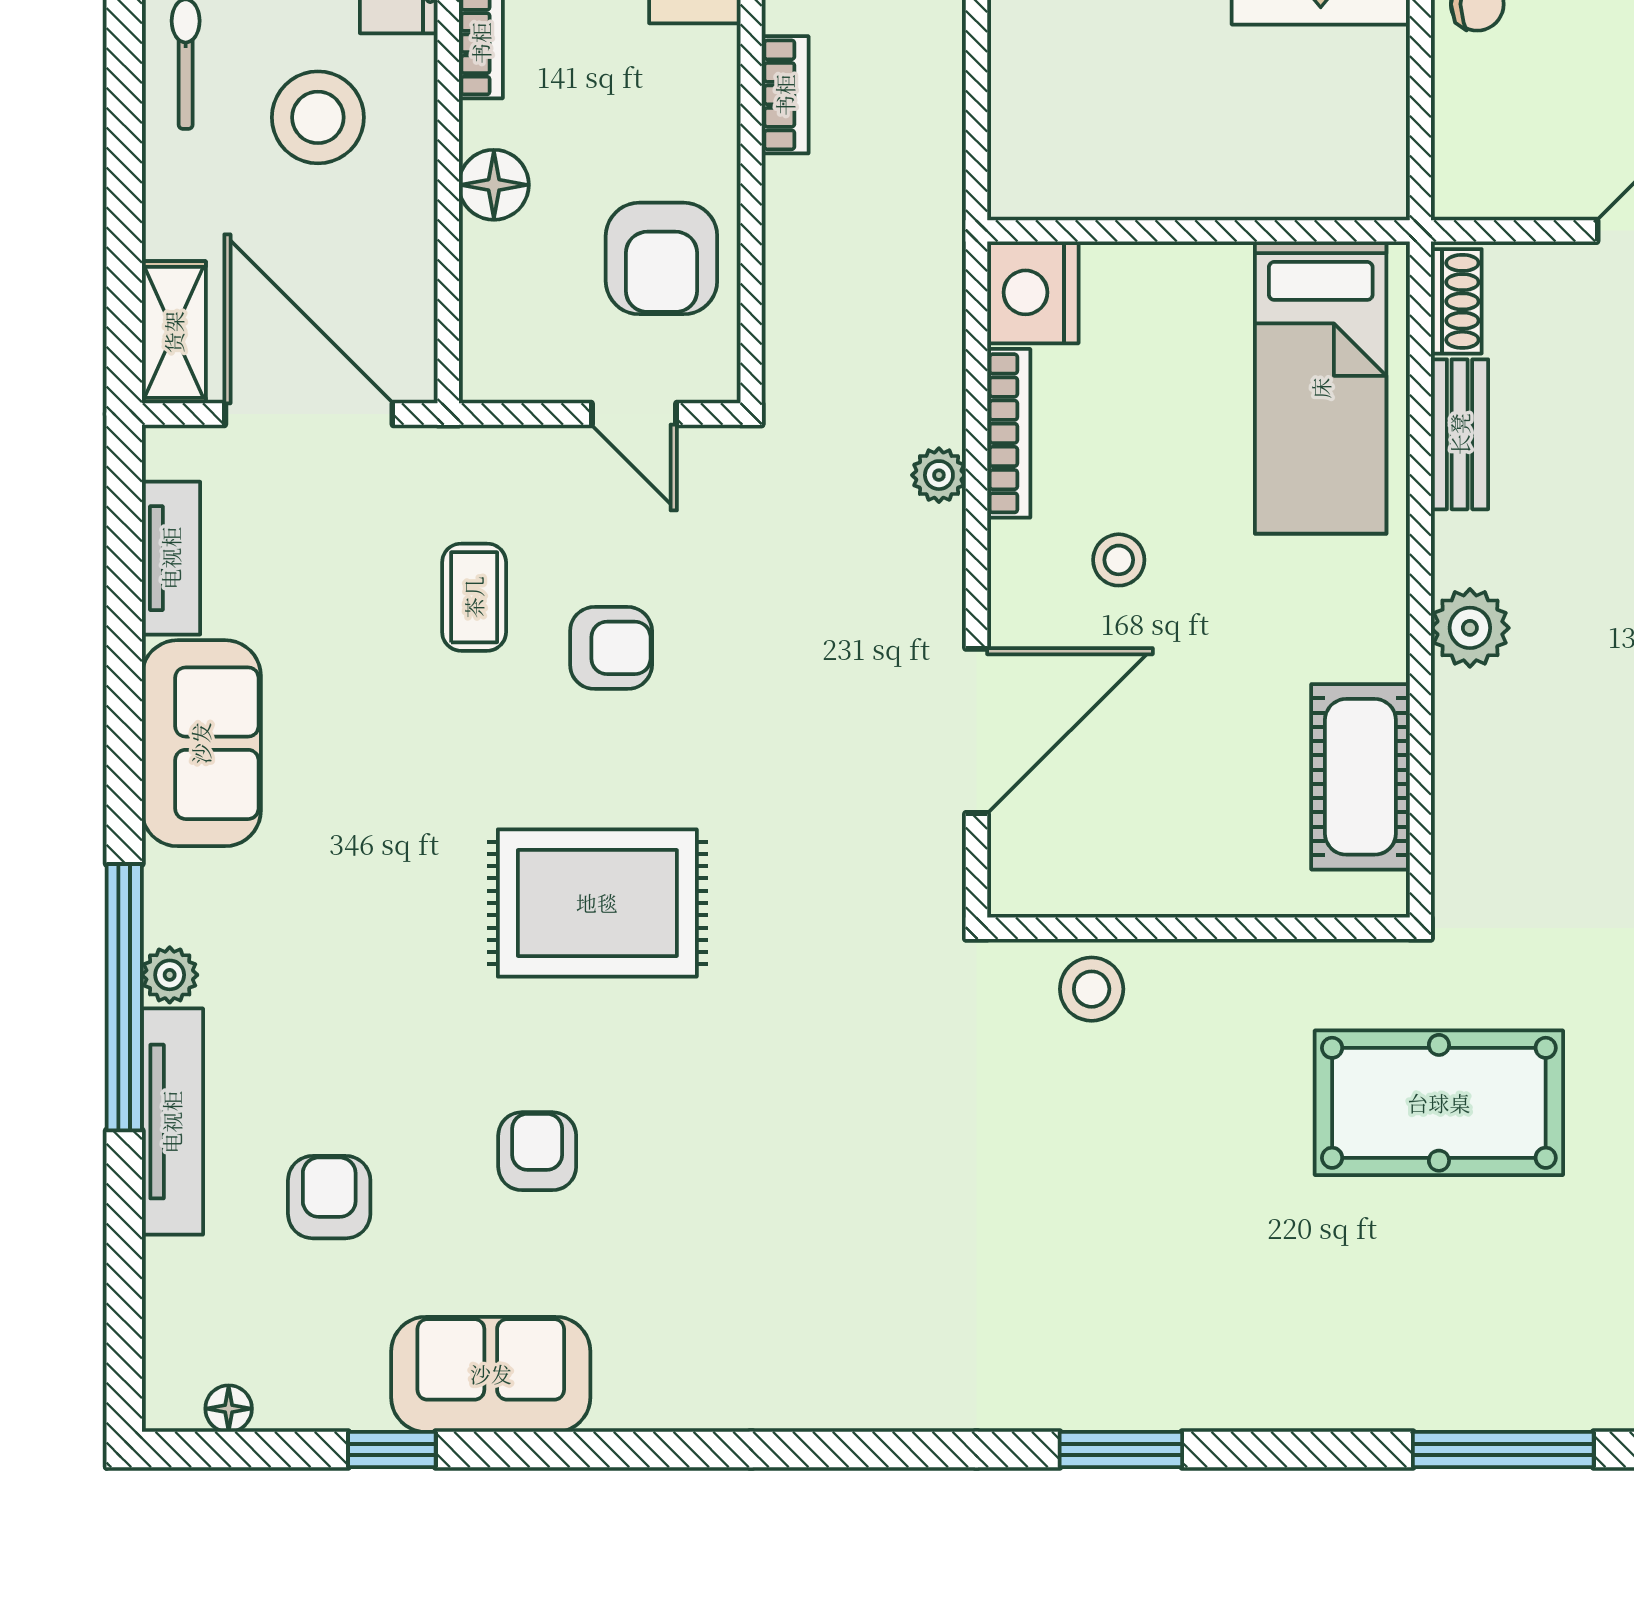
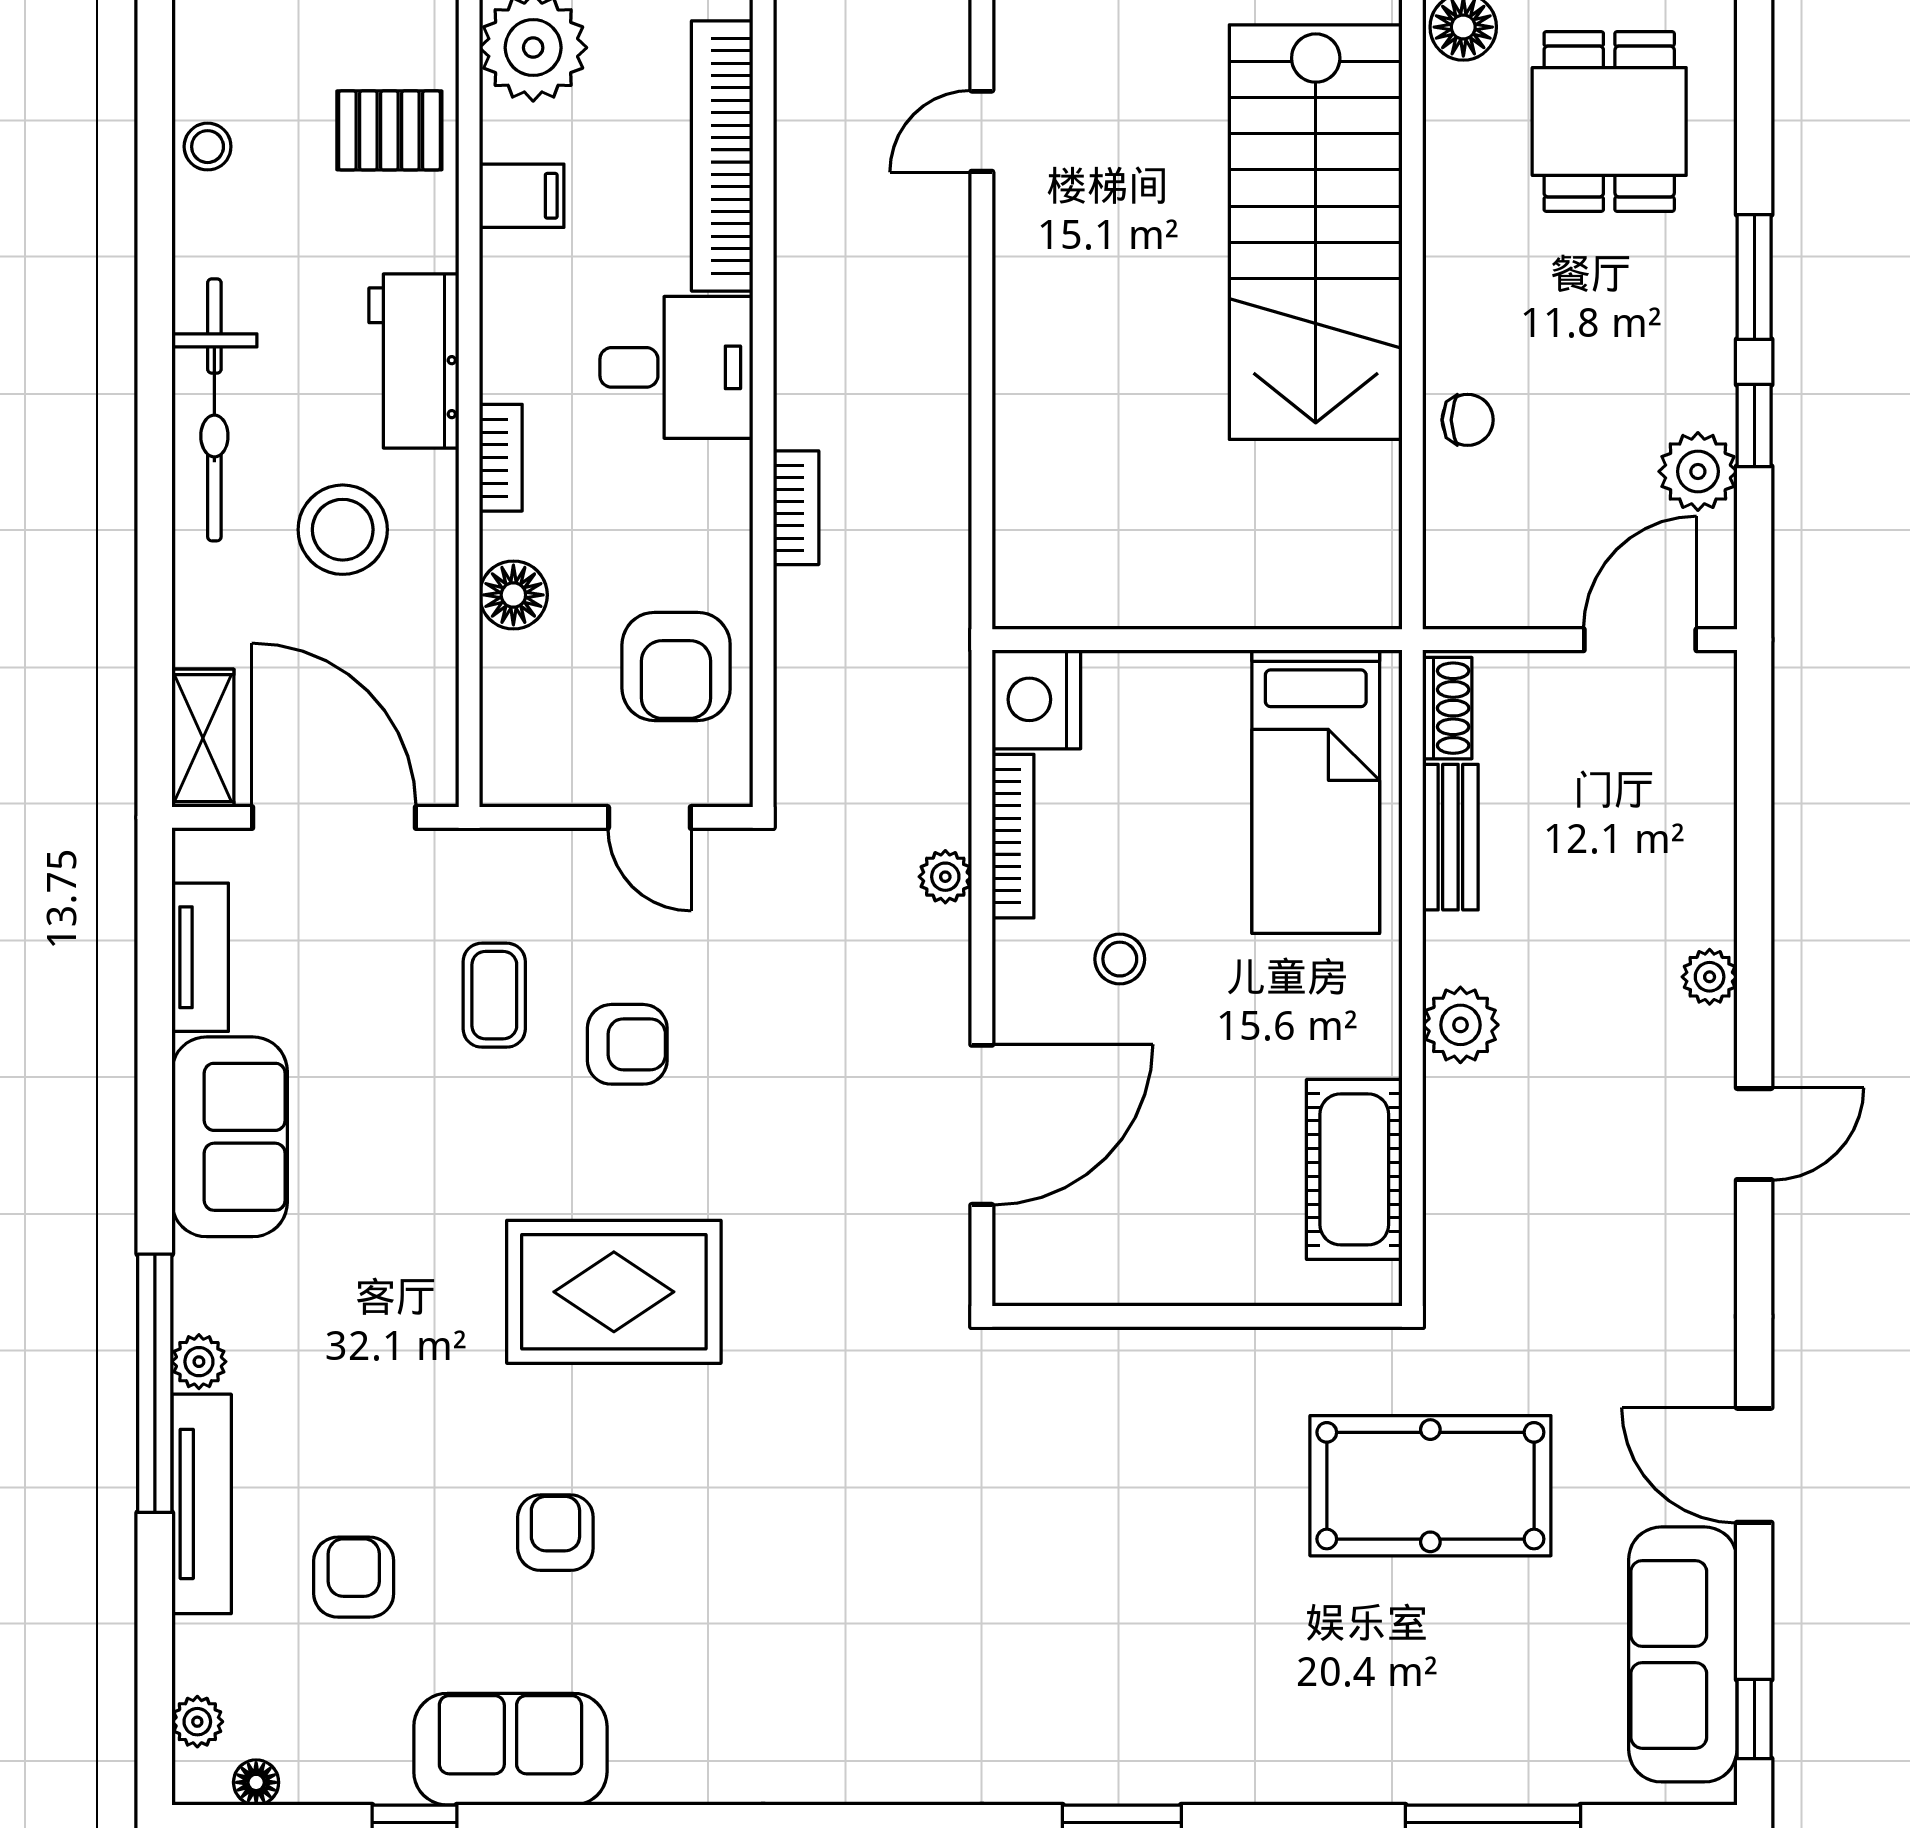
stool: (1092, 989) -> (1093, 1375), removed
plant: (168, 1346) -> (197, 1722), added

